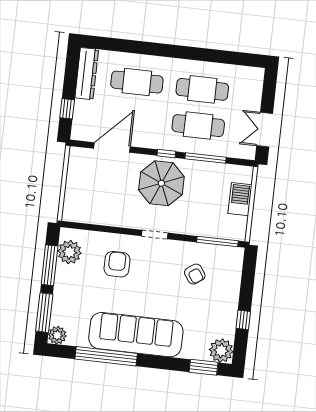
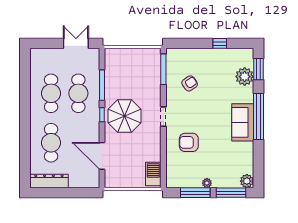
window: (67, 109) -> (77, 193), removed
double door: (265, 130) -> (76, 43), swing flipped
barbecue: (240, 199) -> (153, 174), moved, turned 90
plant: (70, 252) -> (207, 183), moved, width x0.53, depth x0.53
sofa: (136, 335) -> (243, 122), width x0.54, depth x0.79
plant: (221, 351) -> (245, 77), moved
window: (106, 356) -> (258, 117), moved

